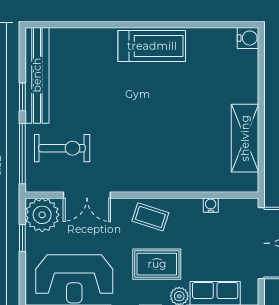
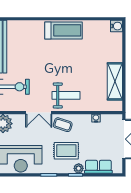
weight bench: (157, 164) -> (66, 95), added
double door: (87, 195) -> (39, 113), moved

